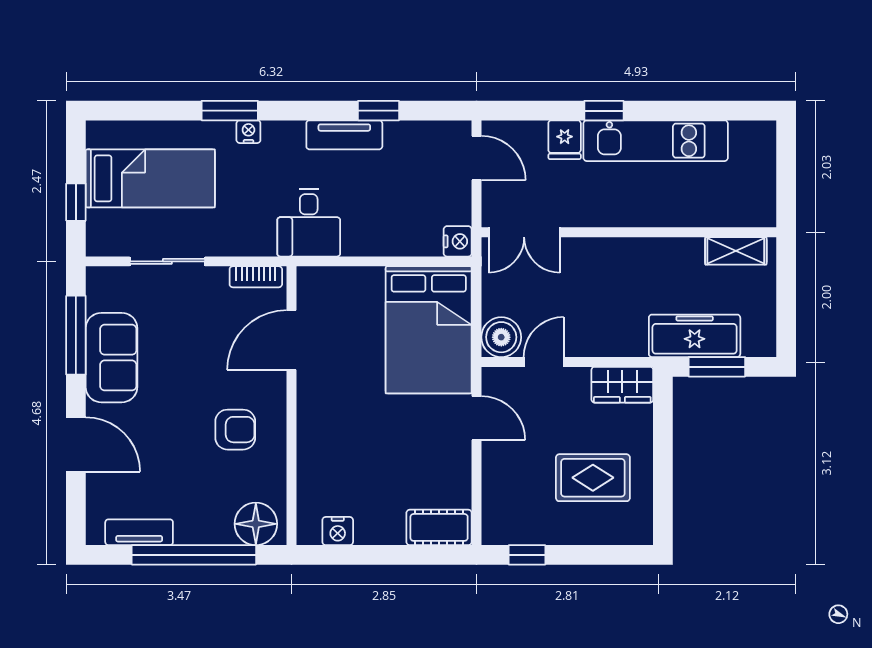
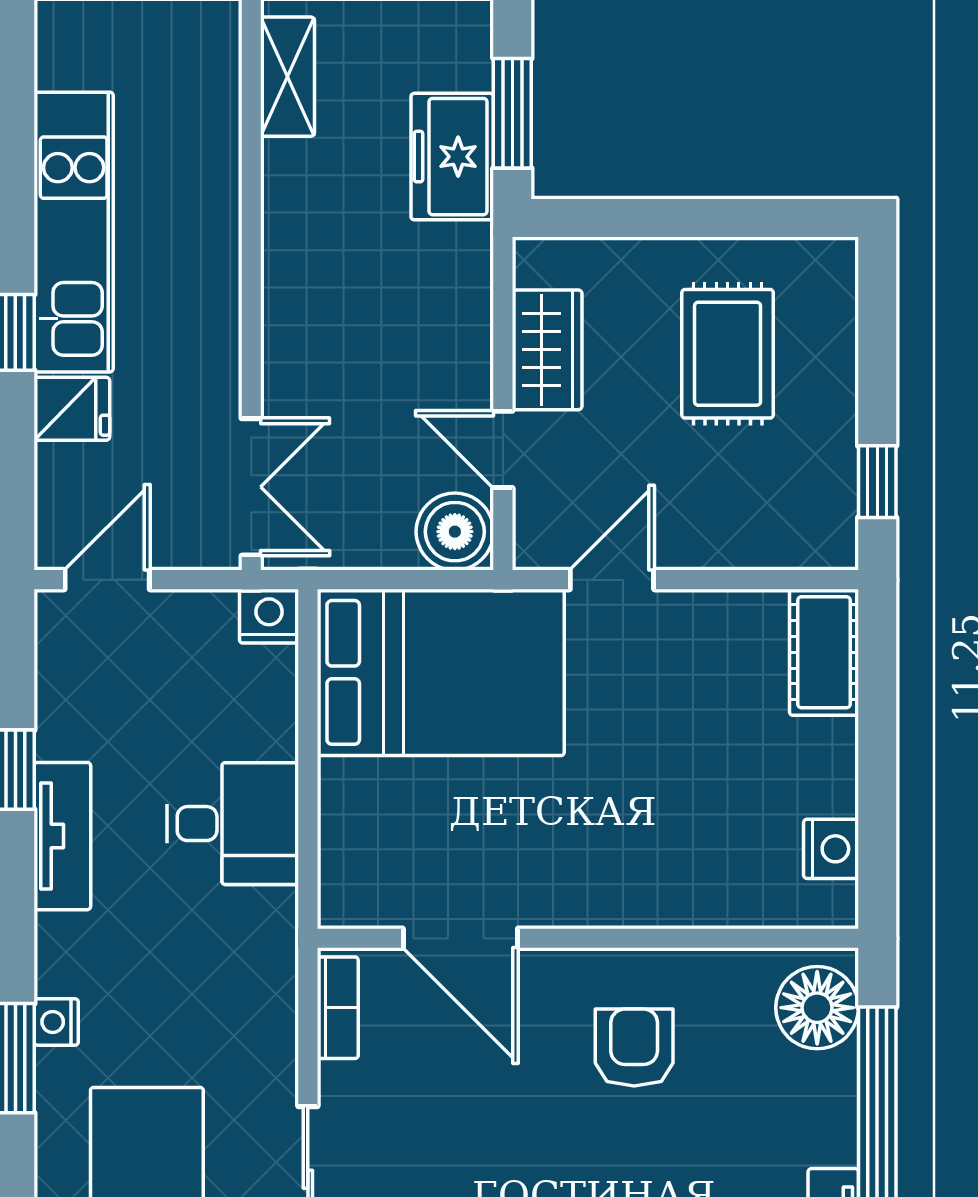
desk: (309, 223) -> (233, 824), moved
freezer: (695, 336) -> (452, 157), width x0.71
wardrobe: (622, 385) -> (547, 350), moved

